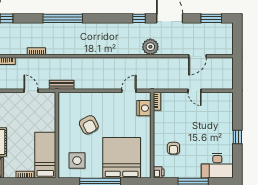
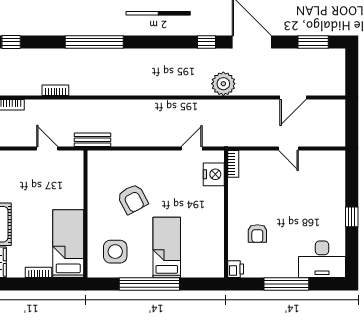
bed: (122, 158) -> (167, 247), width x0.49

